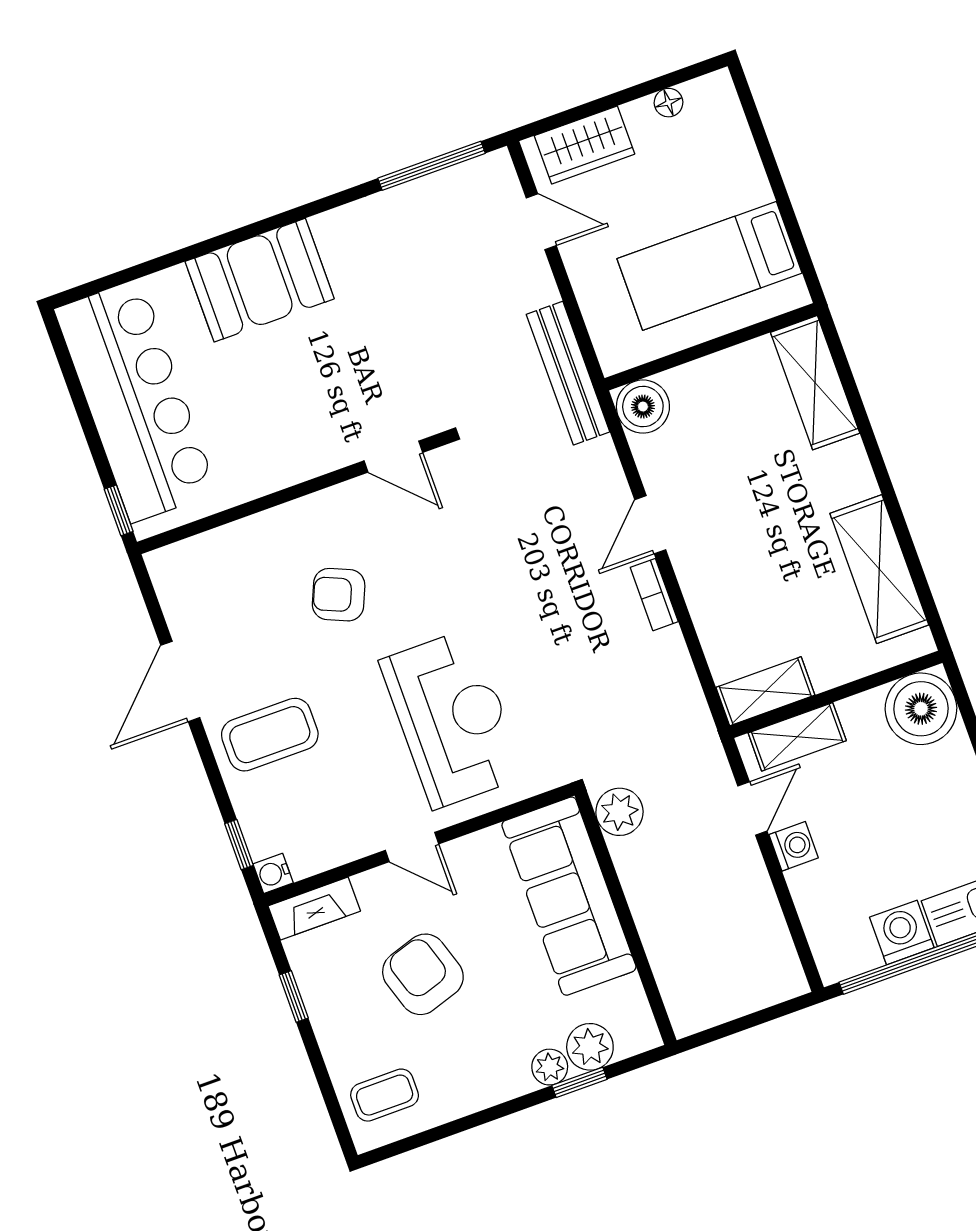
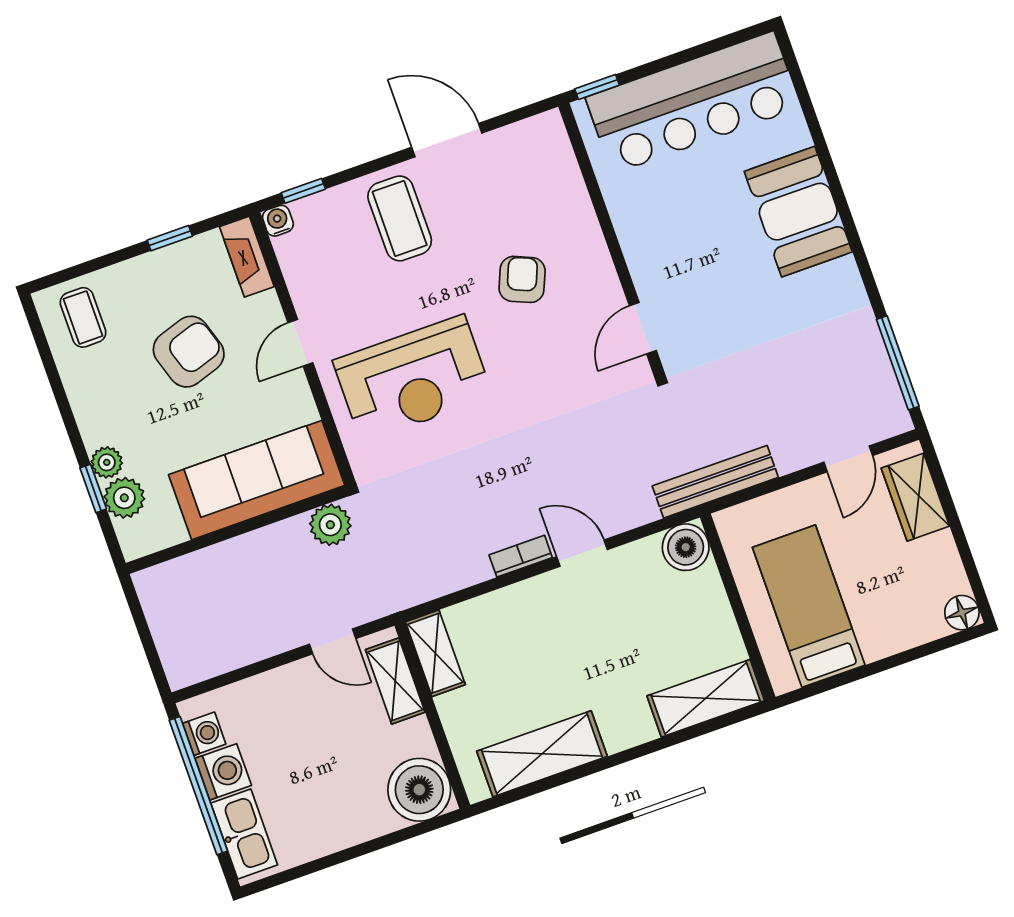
floor lamp: (668, 103) -> (962, 613), moved, width x1.37, depth x1.37
washing machine: (794, 846) -> (204, 734), moved, turned -90

